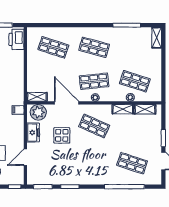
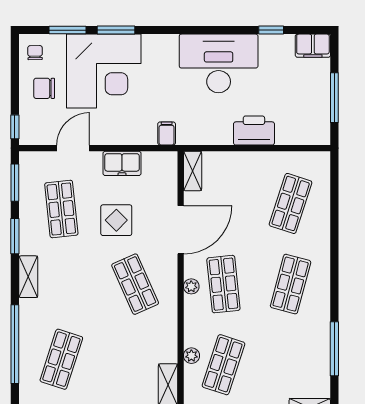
printer: (16, 39) -> (254, 131), moved
shelving: (123, 109) -> (28, 277), moved
plant: (38, 112) -> (162, 174), removed
shop shelf: (94, 126) -> (135, 284), turned -48
door: (25, 157) -> (73, 148), hinge flipped
shop shelf: (56, 163) -> (61, 209), added

